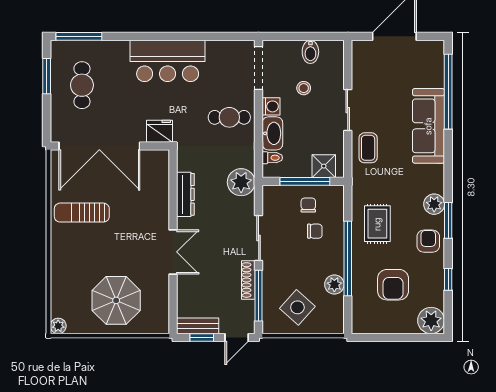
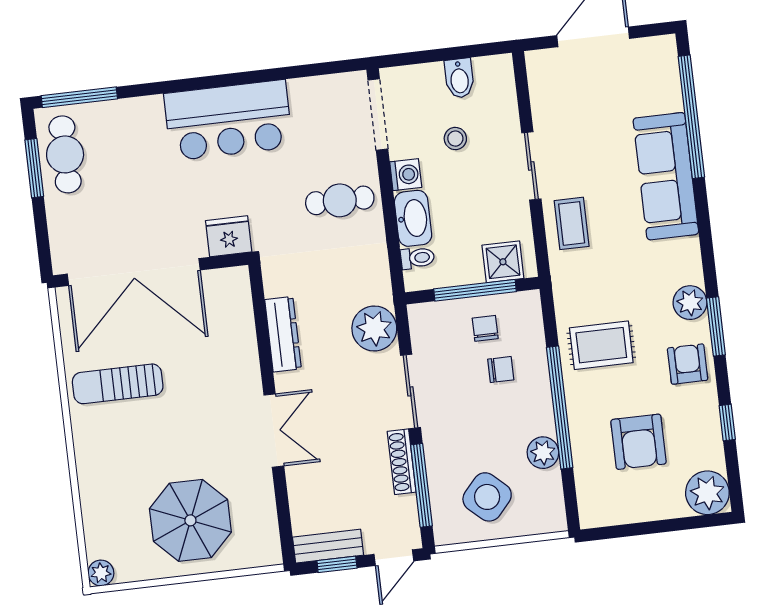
cafe table: (82, 85) -> (65, 154), moved
plant: (241, 182) -> (374, 328), moved
rug: (377, 224) -> (601, 345), turned 90

